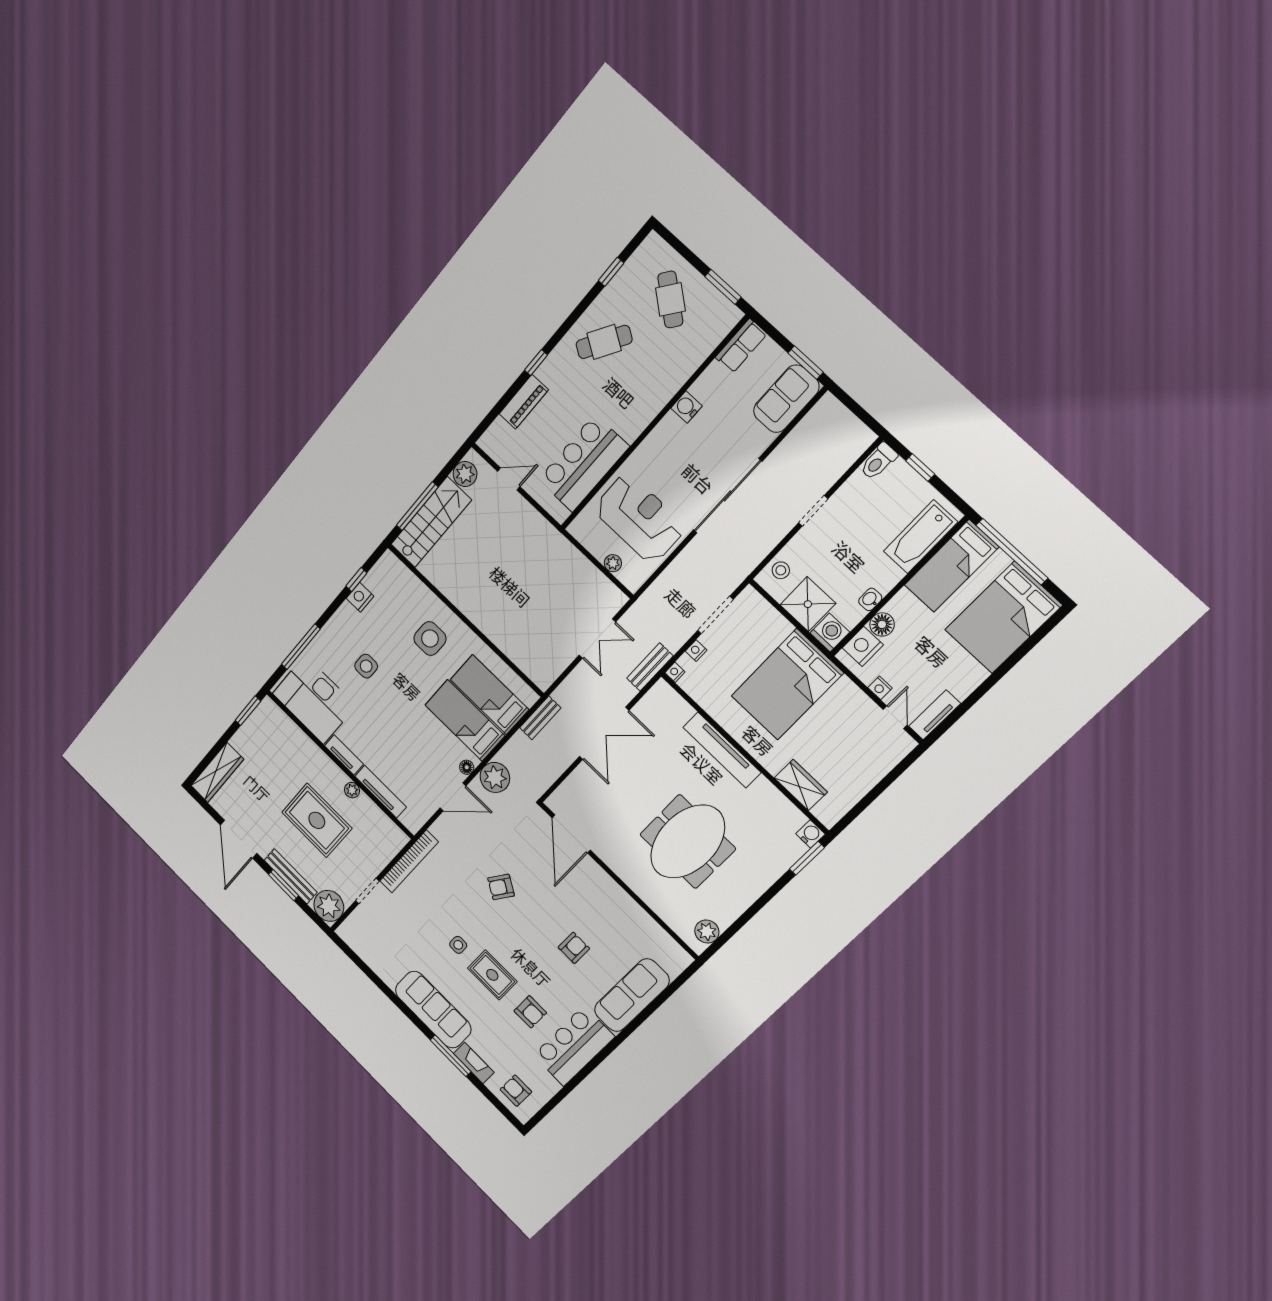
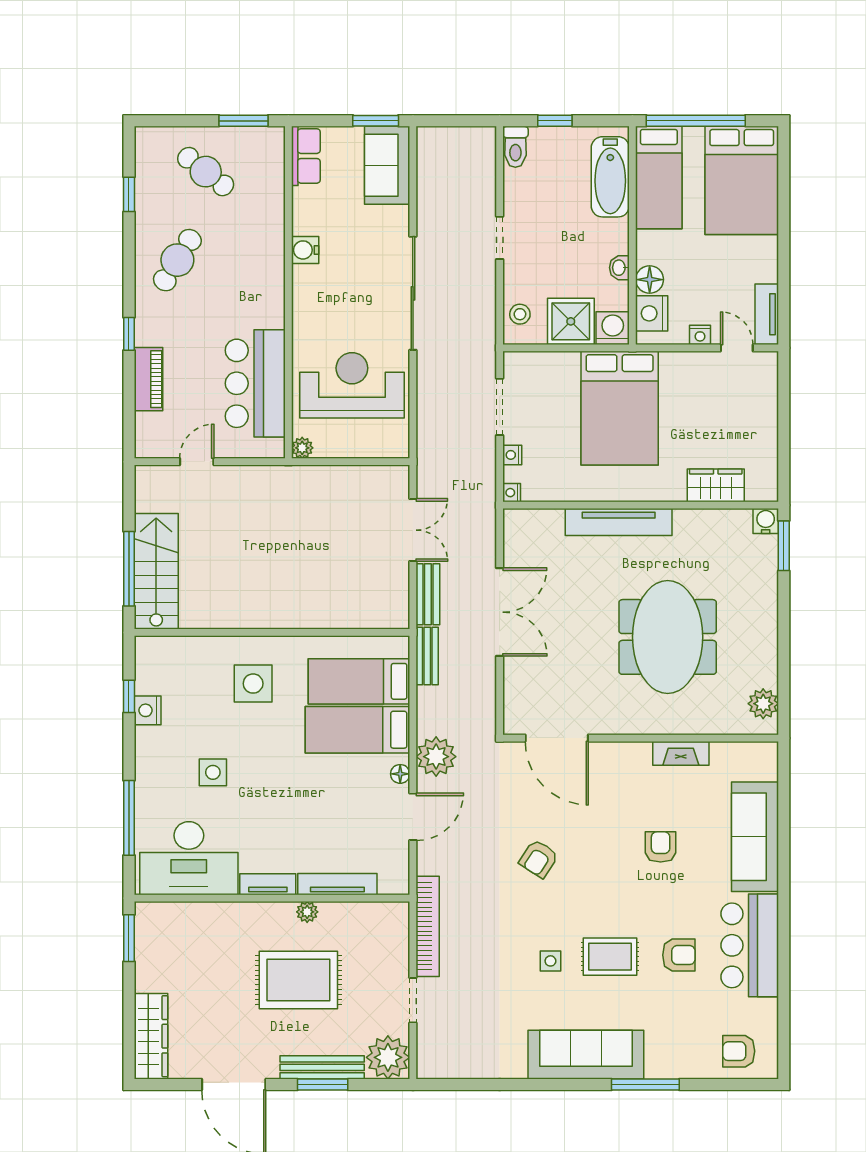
plant: (465, 474) -> (150, 496), removed
plant: (613, 563) -> (302, 448), moved
bench: (650, 667) -> (428, 594), moved
fireplace: (474, 1063) -> (681, 753), moved, turned 180

